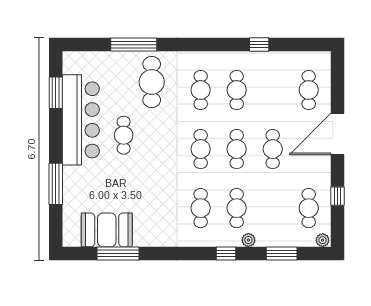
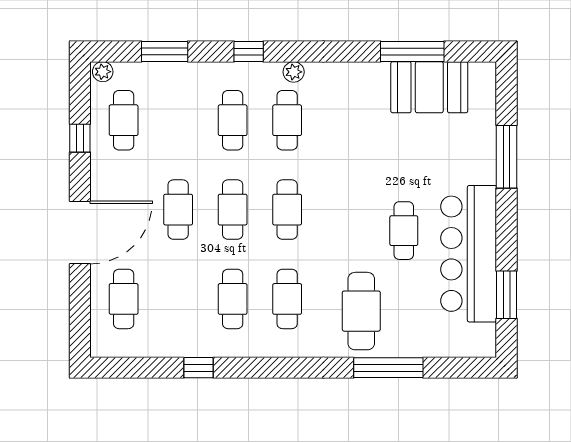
plant: (248, 240) -> (294, 72), moved

